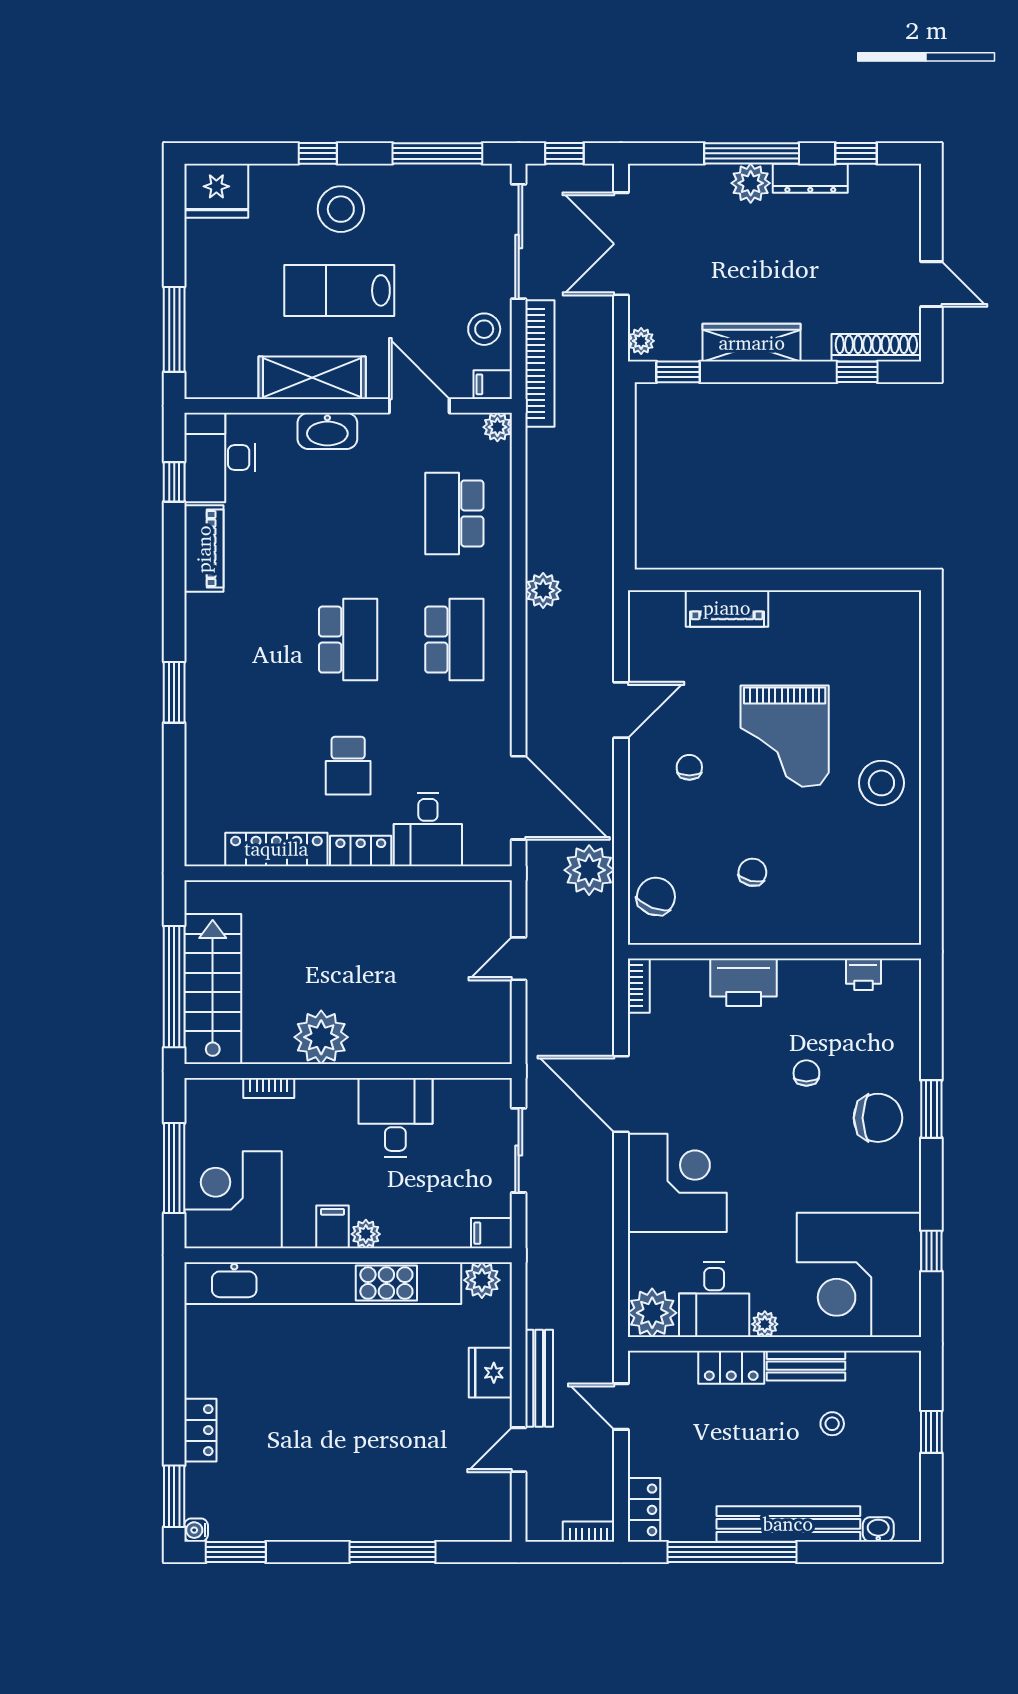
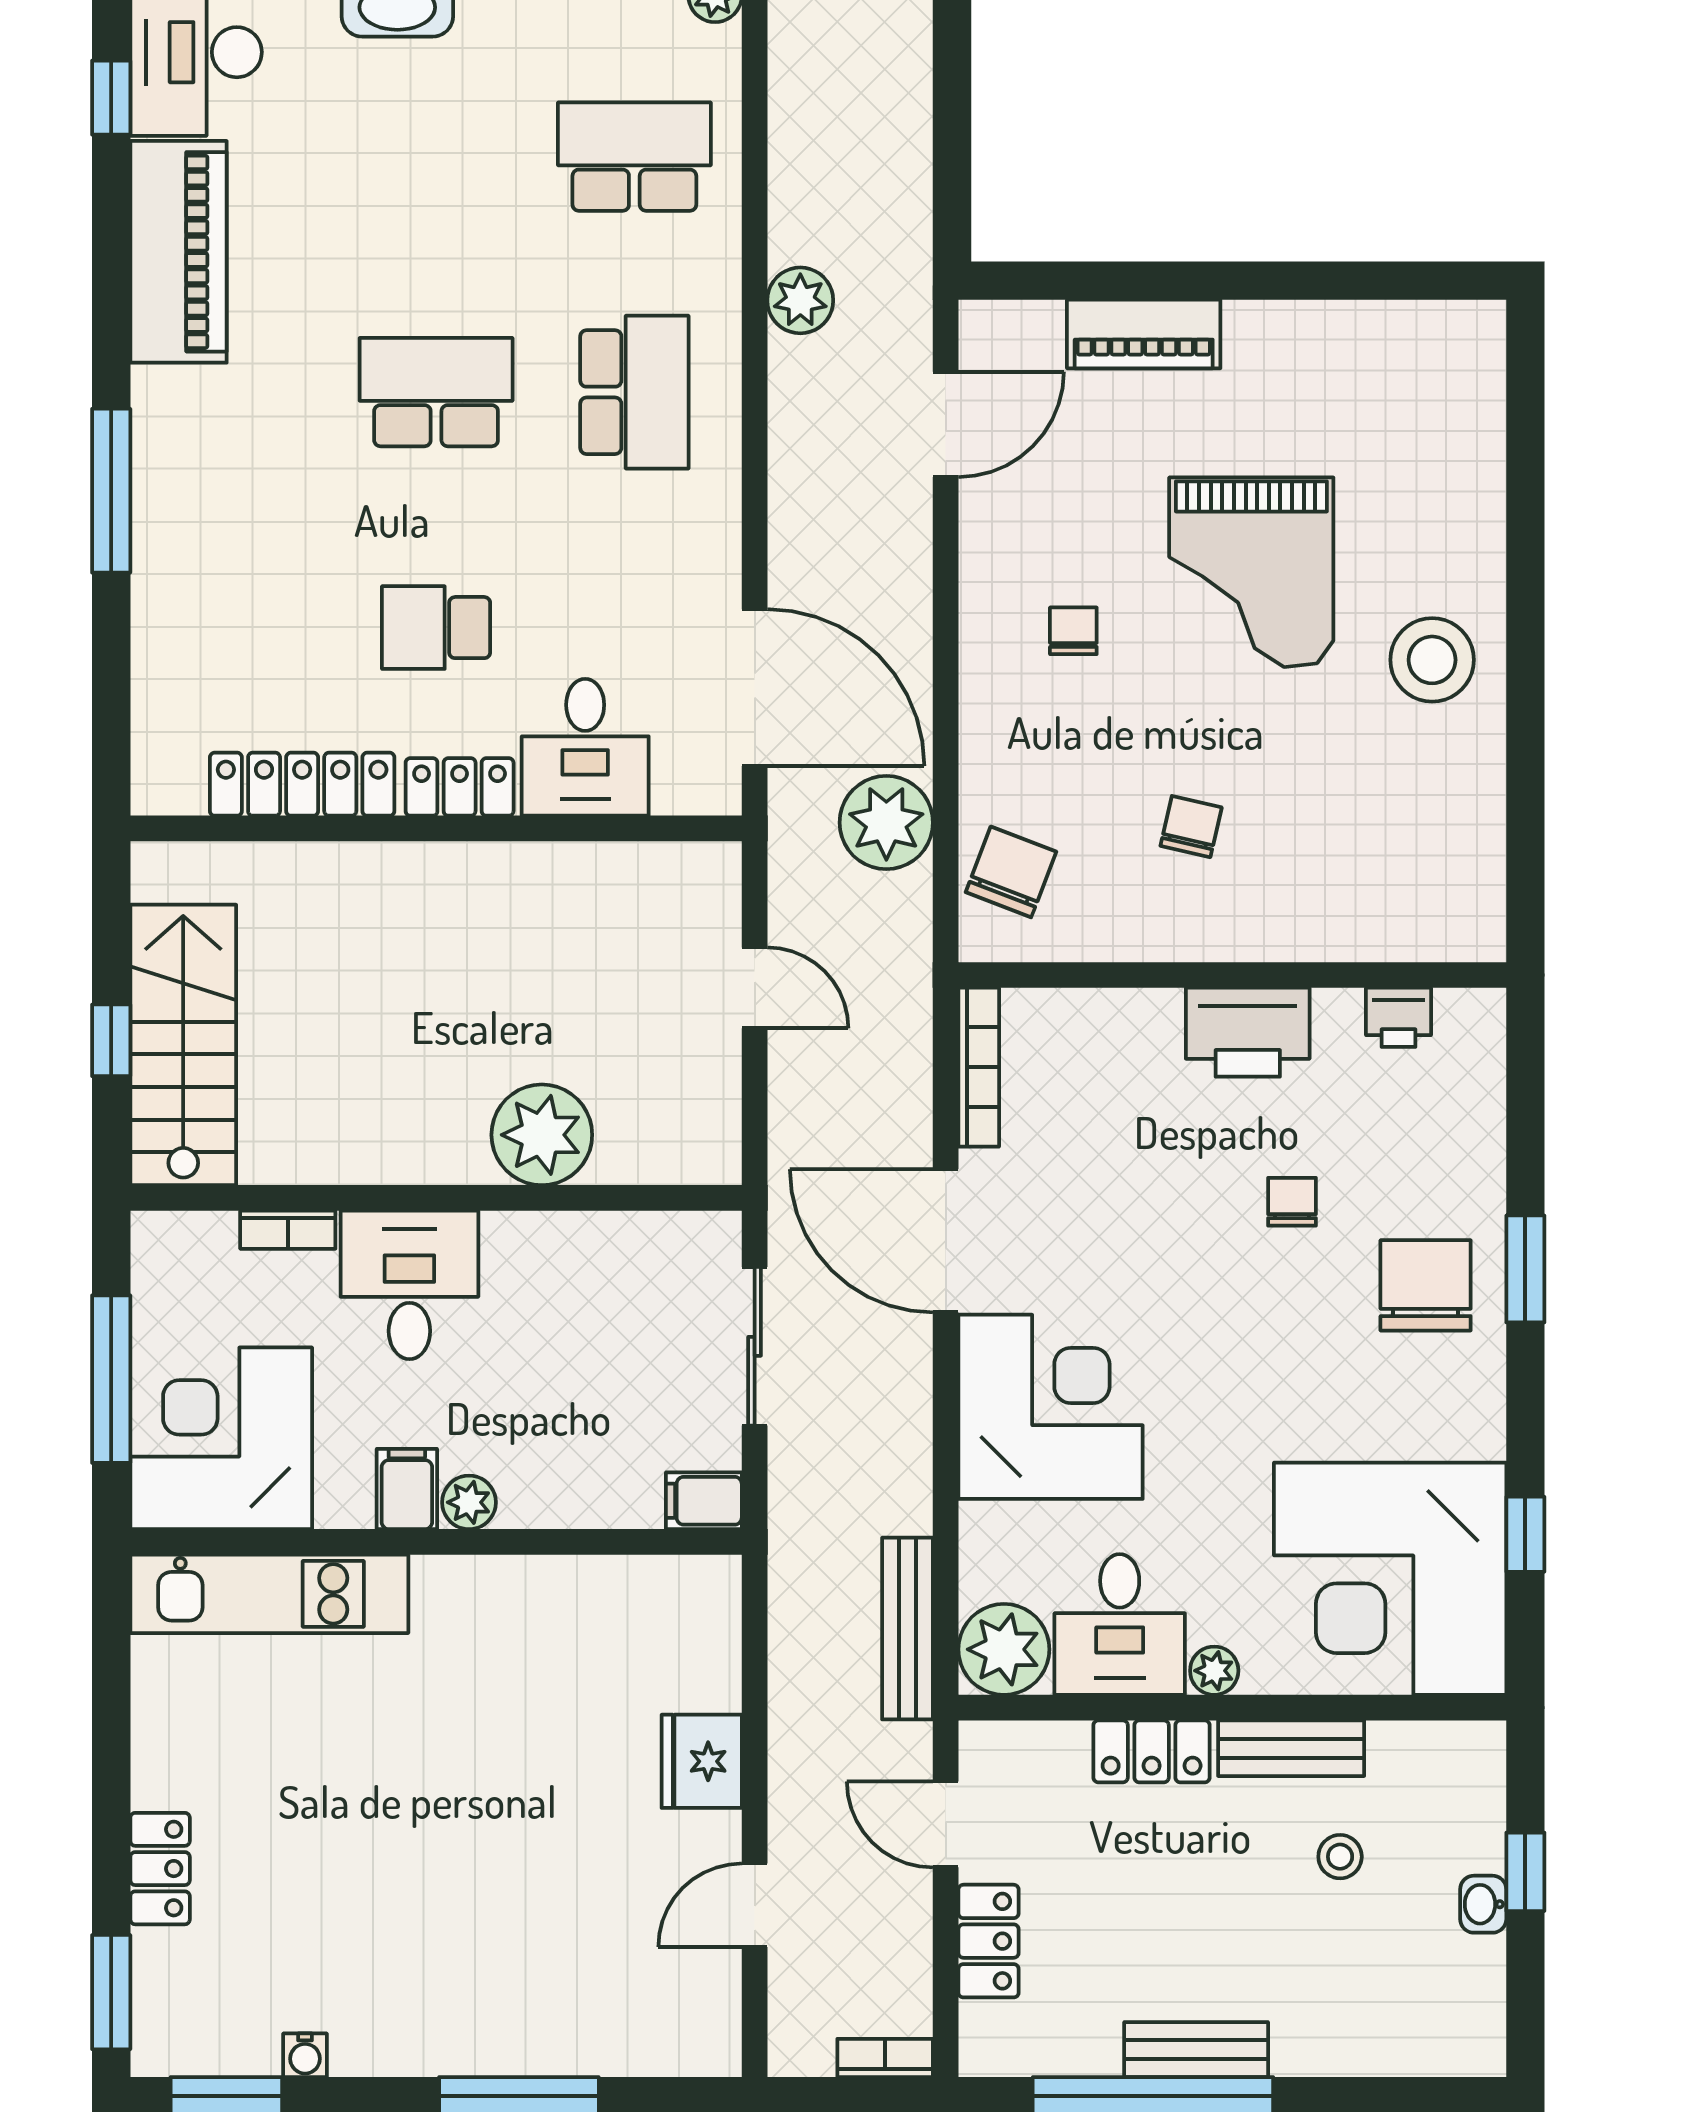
school desk: (454, 513) -> (634, 157), turned 90
piano: (204, 549) -> (178, 252), width x1.37, depth x1.33
school desk: (348, 640) -> (436, 392), turned -90
window: (174, 692) -> (111, 491), width x1.44
door: (621, 710) -> (946, 424), moved
school desk: (348, 766) -> (436, 628), turned 90
door: (519, 959) -> (755, 988), swing flipped
printer: (744, 982) -> (1248, 1032), moved
bookcase: (639, 986) -> (979, 1067), width x1.56
window: (174, 987) -> (111, 1040), width x0.32
plant: (321, 1037) -> (542, 1135), moved
desk: (395, 1118) -> (409, 1285), moved
chair: (878, 1118) -> (1426, 1285), turned -90
plant: (482, 1280) -> (686, 1588), removed
kitchen unit: (323, 1283) -> (269, 1594), width x0.54
bench: (539, 1378) -> (907, 1629), moved
locker: (644, 1510) -> (989, 1941), moved
bench: (788, 1524) -> (1196, 2050), width x0.54, depth x0.82
washbasin: (878, 1529) -> (1483, 1904), moved, turned -90
water cooler: (196, 1530) -> (305, 2055), moved, turned -90

